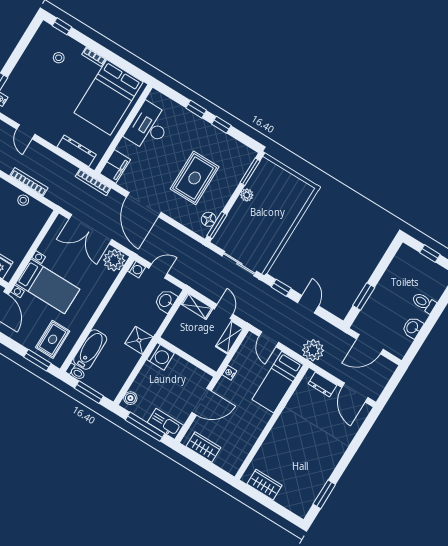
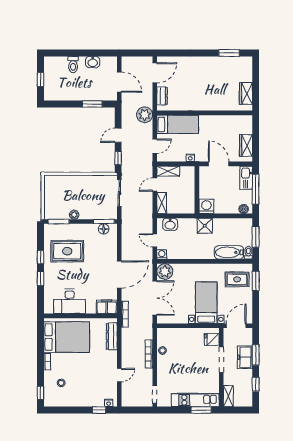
rug: (195, 178) -> (67, 251), moved

